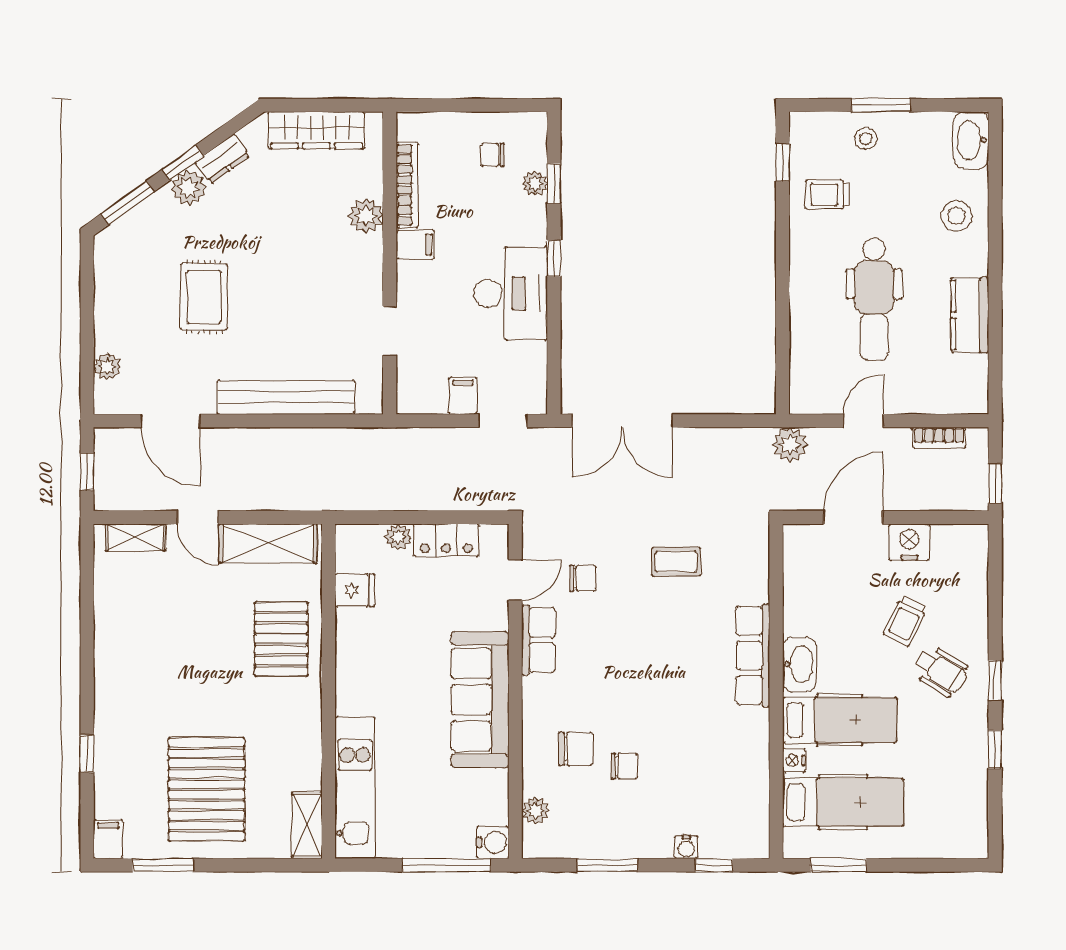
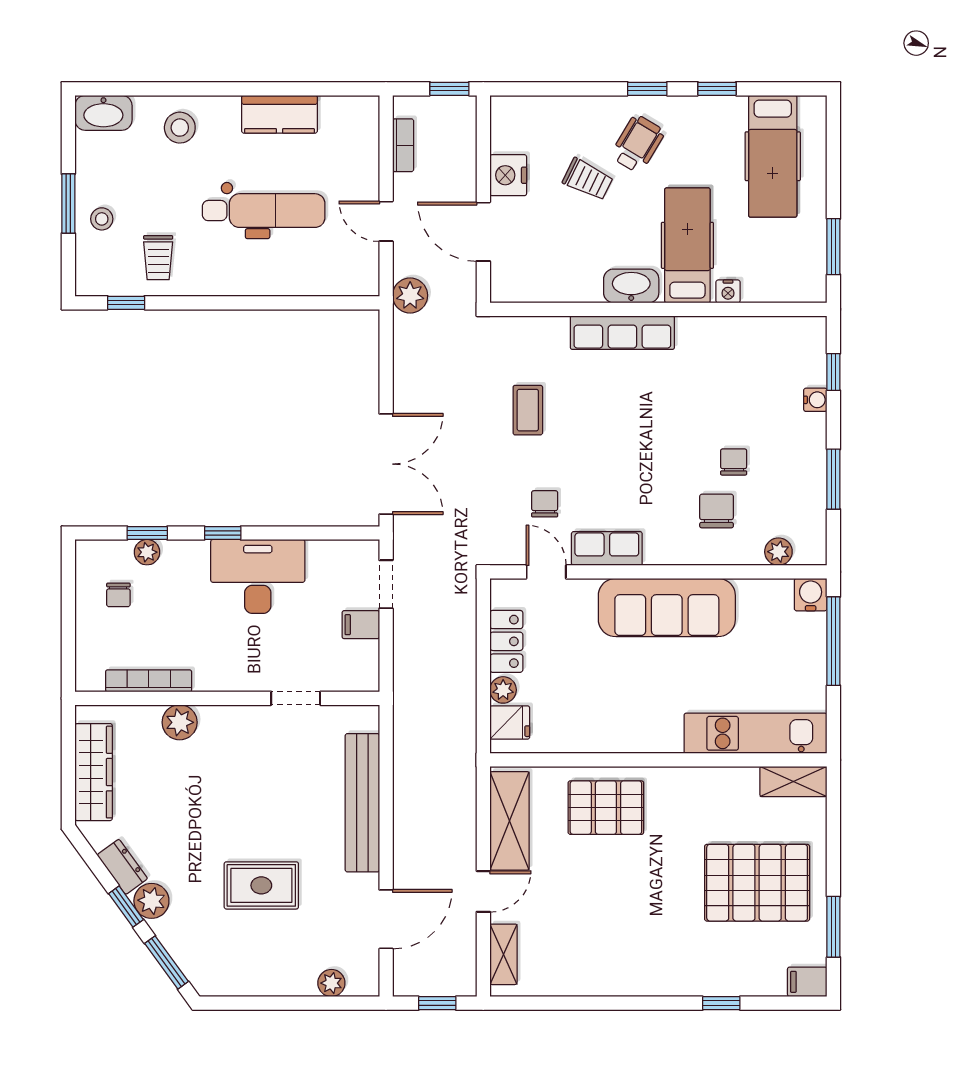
filing cabinet: (415, 245) -> (209, 673), removed
fridge: (355, 590) -> (510, 722), moved, turned 90
hospital bed: (843, 802) -> (773, 156), moved, turned 180

